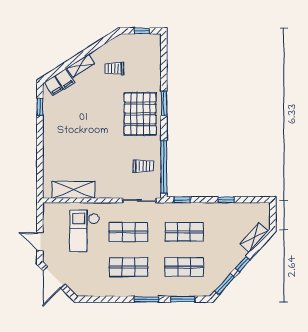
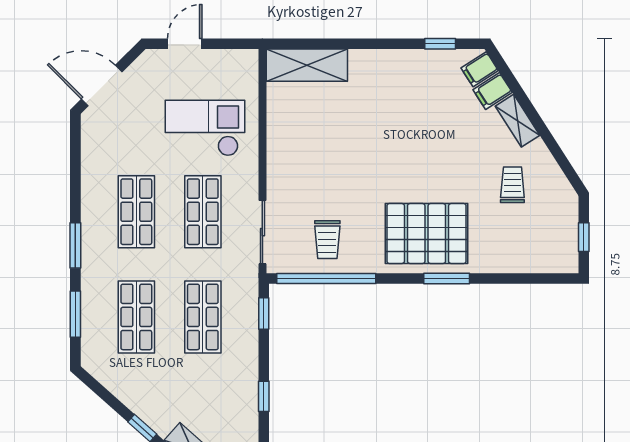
shelving: (74, 190) -> (307, 65), moved, turned 90
door: (54, 277) -> (102, 86), moved
window: (225, 284) -> (104, 394), removed

